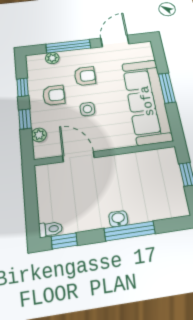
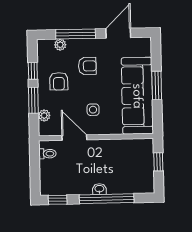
armchair: (54, 95) -> (59, 81), turned 90
side table: (87, 109) -> (93, 110), moved
window: (25, 119) -> (33, 100), width x1.50
toilet: (51, 229) -> (47, 154), moved
window: (130, 231) -> (107, 199), width x1.46

